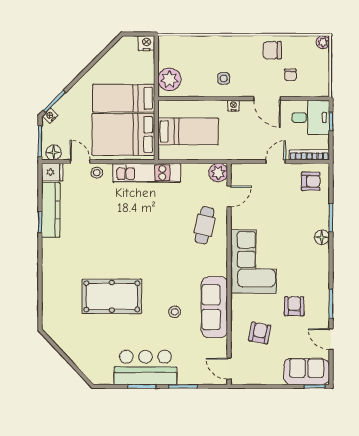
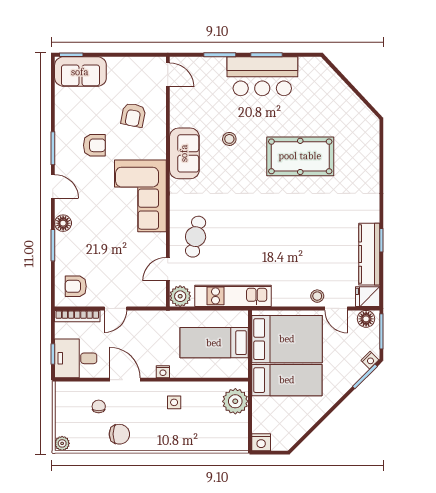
kitchen unit: (147, 173) -> (233, 296), moved
armchair: (294, 306) -> (94, 145), turned -90
sofa: (214, 307) -> (184, 153), width x0.73
door: (331, 339) -> (53, 186), moved

